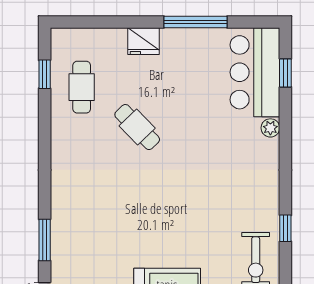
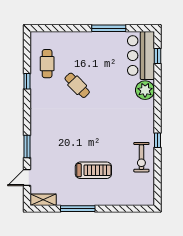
fridge: (144, 41) -> (81, 39), removed
window: (45, 74) -> (27, 81), moved
plant: (270, 128) -> (145, 90), width x1.88, depth x1.88

